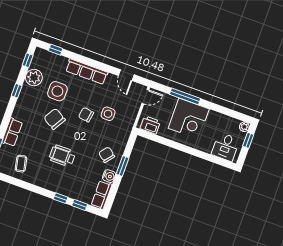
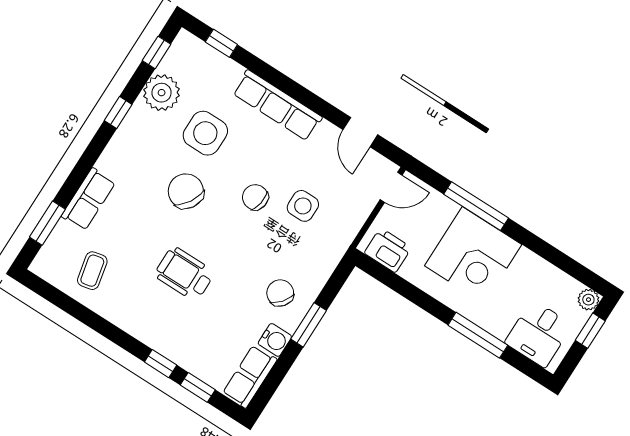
window: (199, 154) -> (478, 335), added

